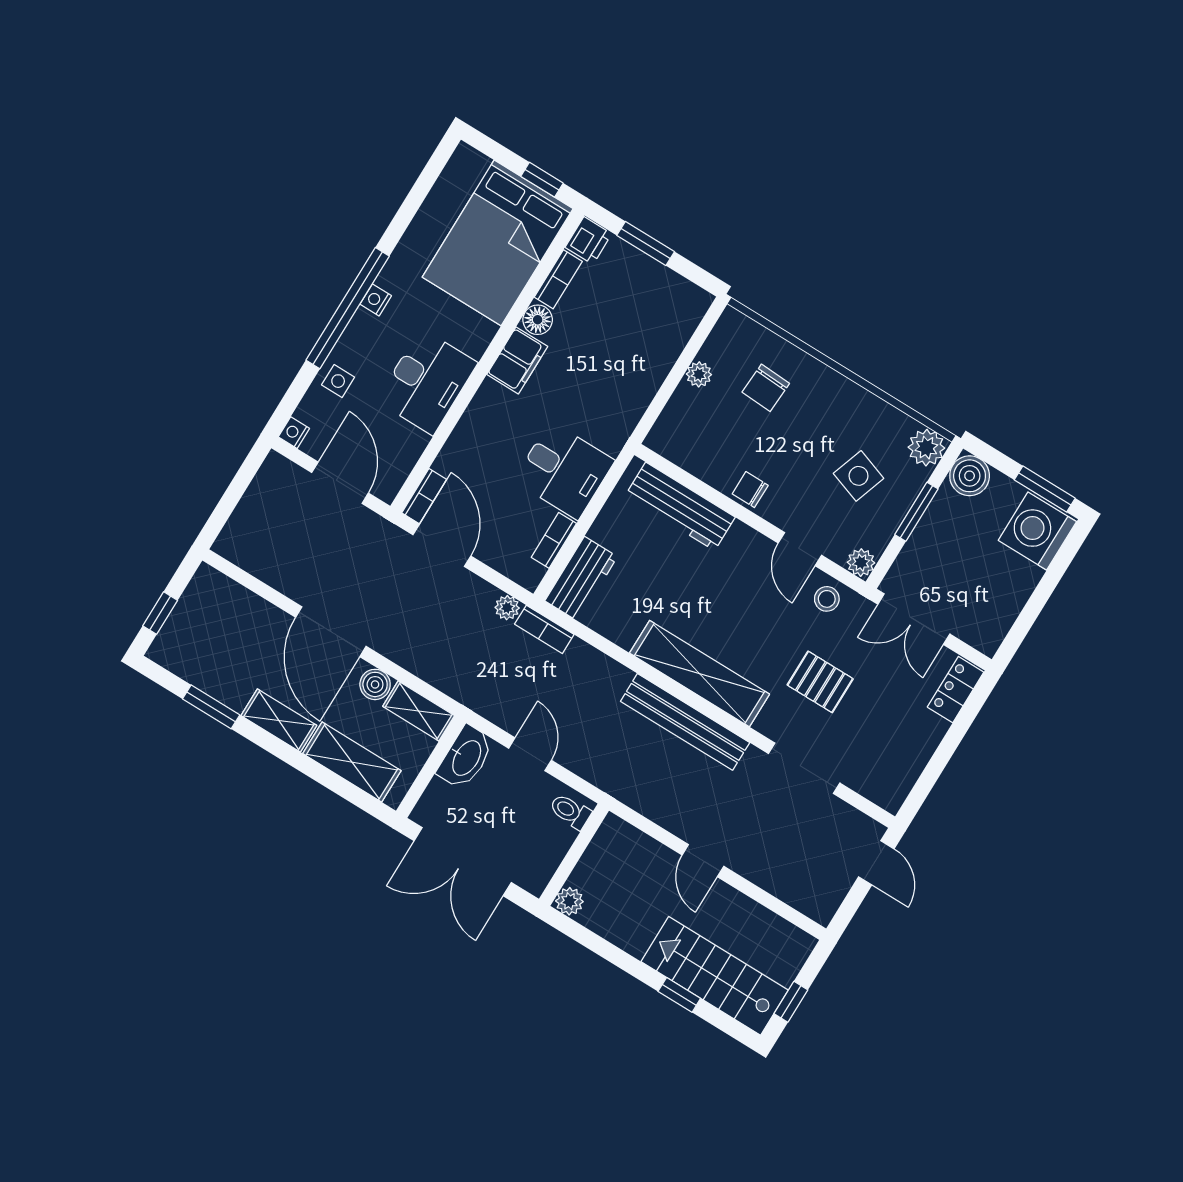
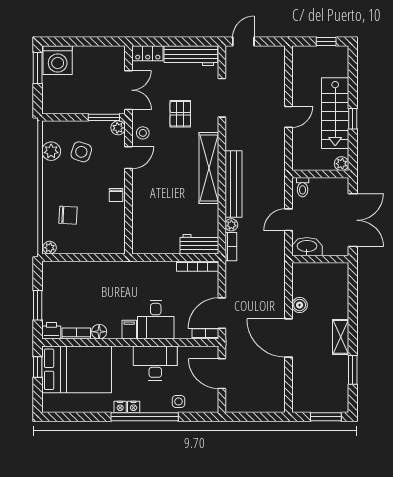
filing cabinet: (517, 360) -> (129, 330), width x0.50
plant: (699, 374) -> (50, 248), moved
nightstand: (294, 433) -> (120, 407), moved
plant: (926, 448) -> (51, 151), moved
desk: (564, 471) -> (156, 320), moved, turned 180
boiler: (970, 476) -> (52, 104), removed
door: (340, 483) -> (222, 374), hinge flipped
workbench: (680, 506) -> (191, 56), moved, turned 90
window: (916, 512) -> (104, 117), moved
bookcase: (554, 540) -> (197, 266), width x1.56
plant: (507, 608) -> (231, 225), moved
window: (160, 613) -> (326, 417), width x1.50
door: (331, 632) -> (289, 338), swing flipped
shelving: (419, 711) -> (299, 279), removed
bench: (685, 722) -> (233, 184), moved
shelving: (352, 762) -> (339, 294), removed
stairs: (715, 976) -> (335, 113), moved
window: (679, 995) -> (353, 119), moved

